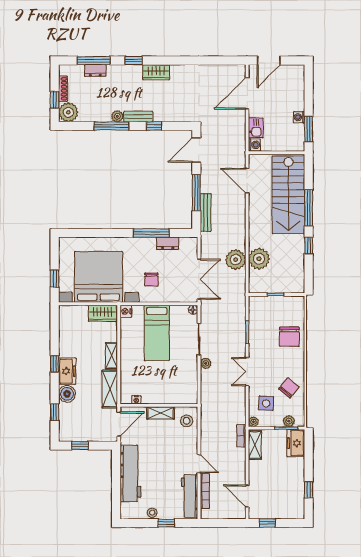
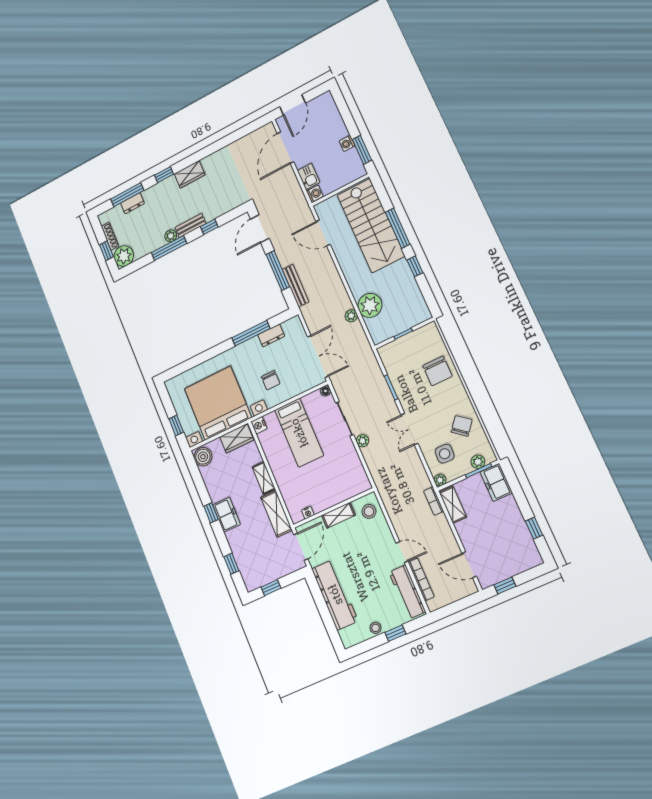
plant: (236, 260) -> (351, 316), width x0.53, depth x0.53
boiler: (67, 394) -> (203, 457), moved

